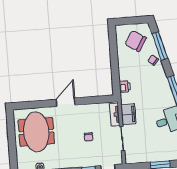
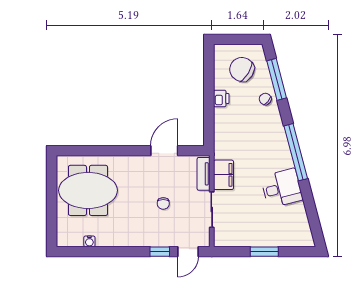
printer: (125, 87) -> (221, 98), moved
door: (66, 102) -> (164, 151), moved
meeting table: (36, 132) -> (88, 190), turned 90

